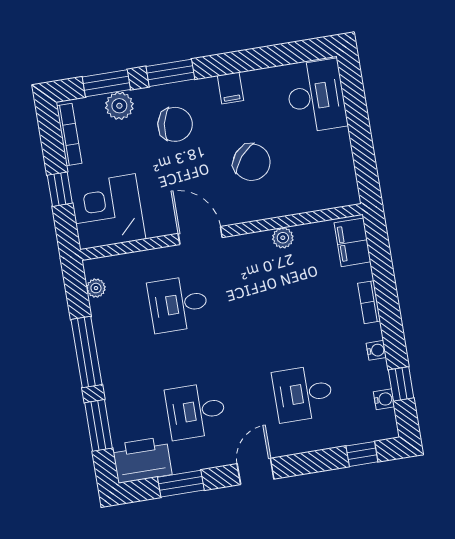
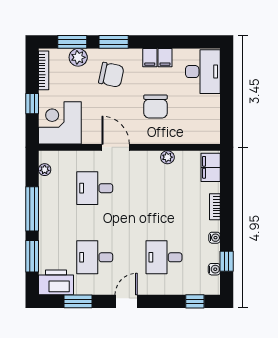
filing cabinet: (254, 84) -> (165, 58), added
chair: (252, 162) -> (156, 107), turned 50

